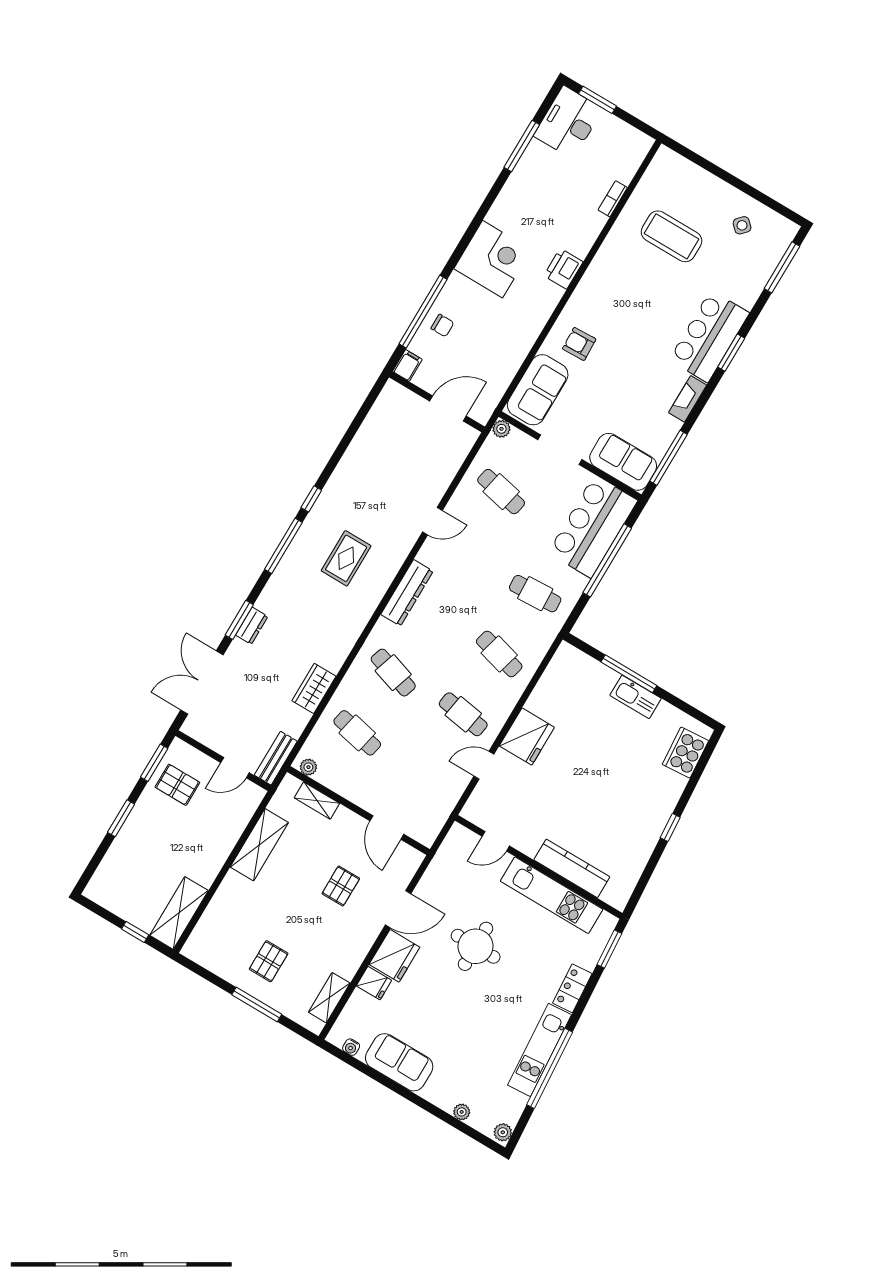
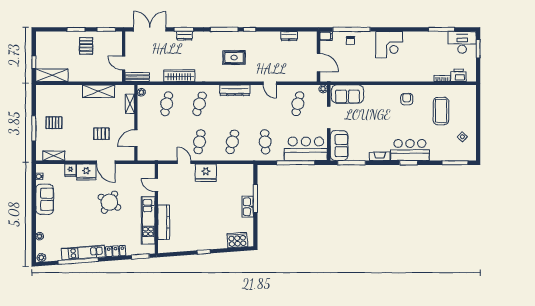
printer: (563, 269) -> (459, 75), moved
armchair: (579, 344) -> (407, 99), moved
dresser: (367, 434) -> (289, 36), added
wardrobe: (314, 688) -> (179, 76), width x1.50
pallet: (177, 785) -> (86, 46), moved
round table: (476, 946) -> (109, 202), turned 32

